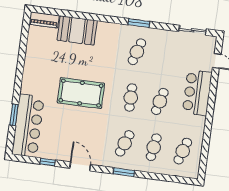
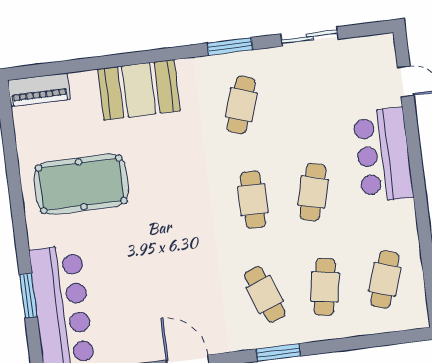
booth: (77, 30) -> (139, 90), moved
sliding door: (193, 30) -> (310, 37), moved
pool table: (81, 93) -> (81, 184), moved
cafe table: (125, 143) -> (265, 294), turned -42

